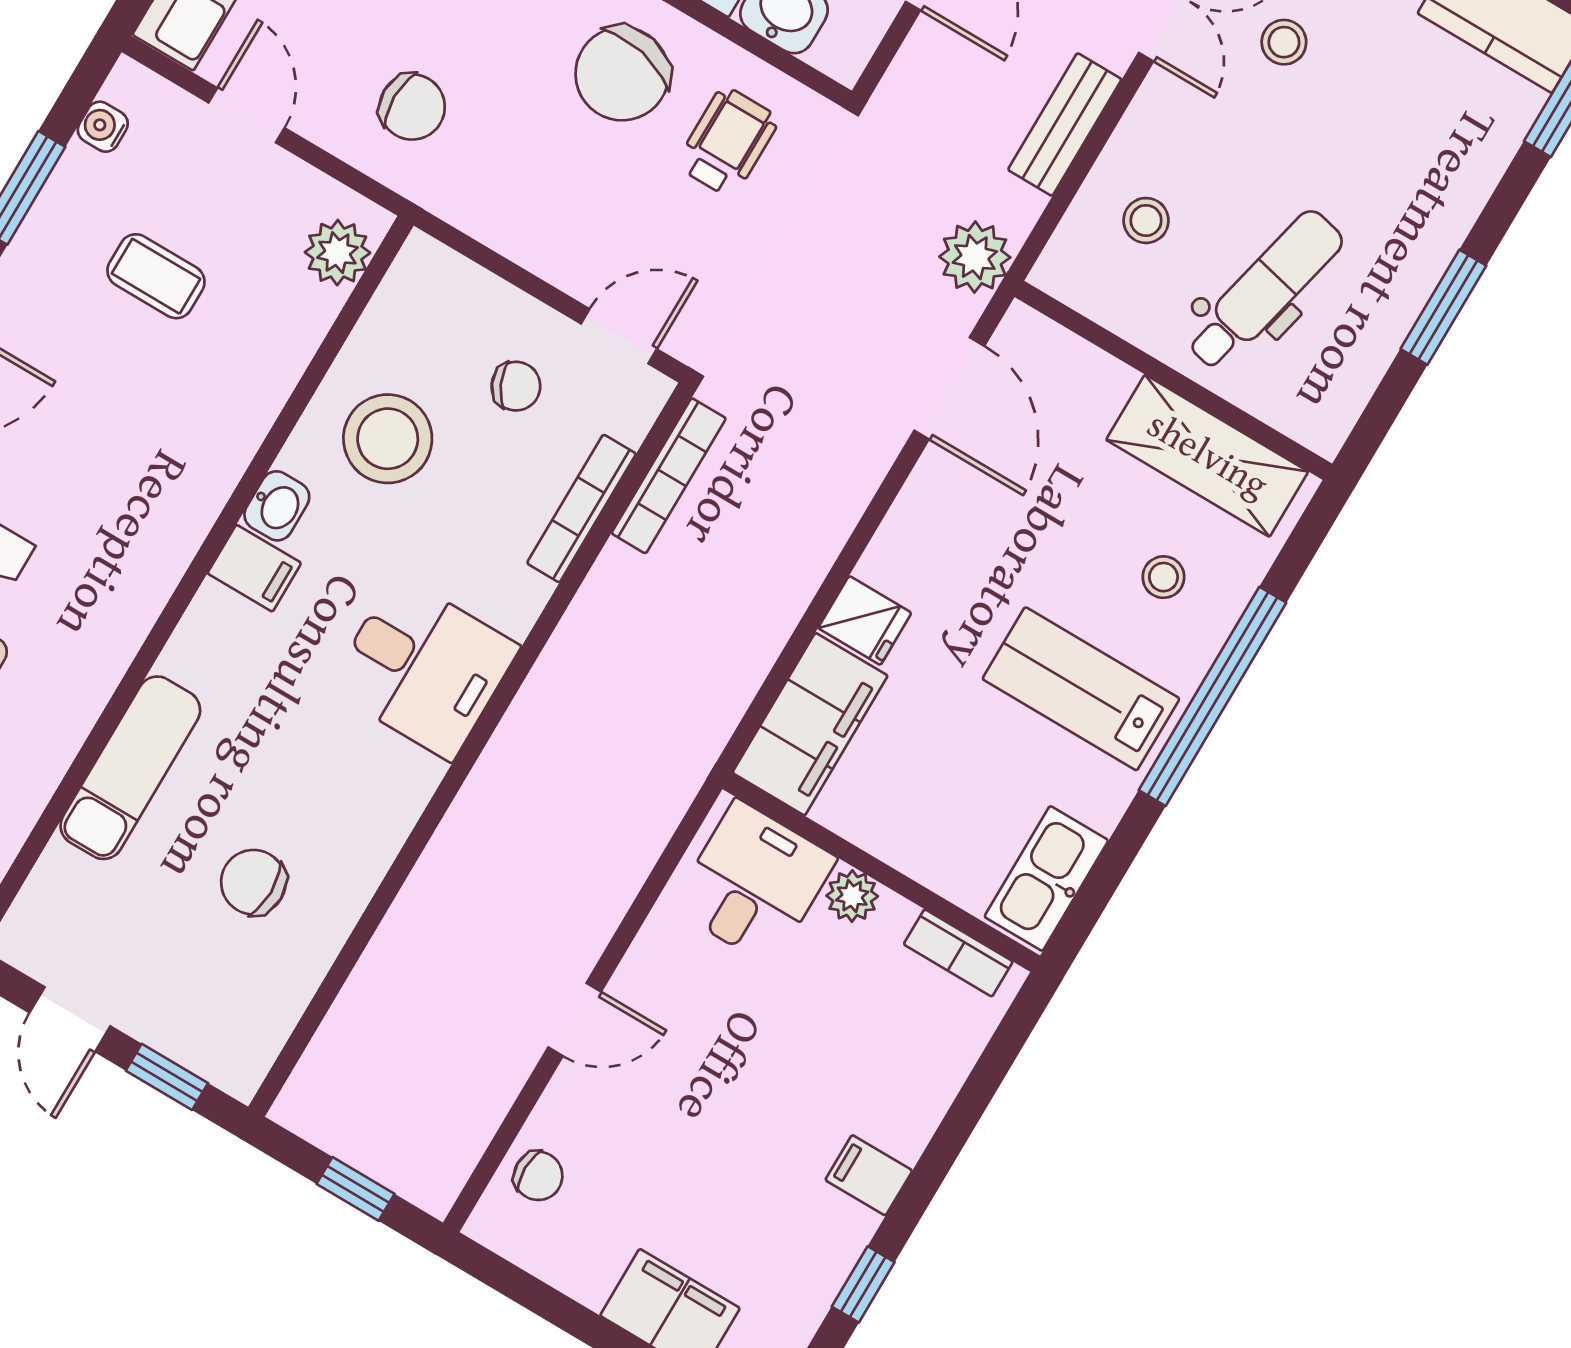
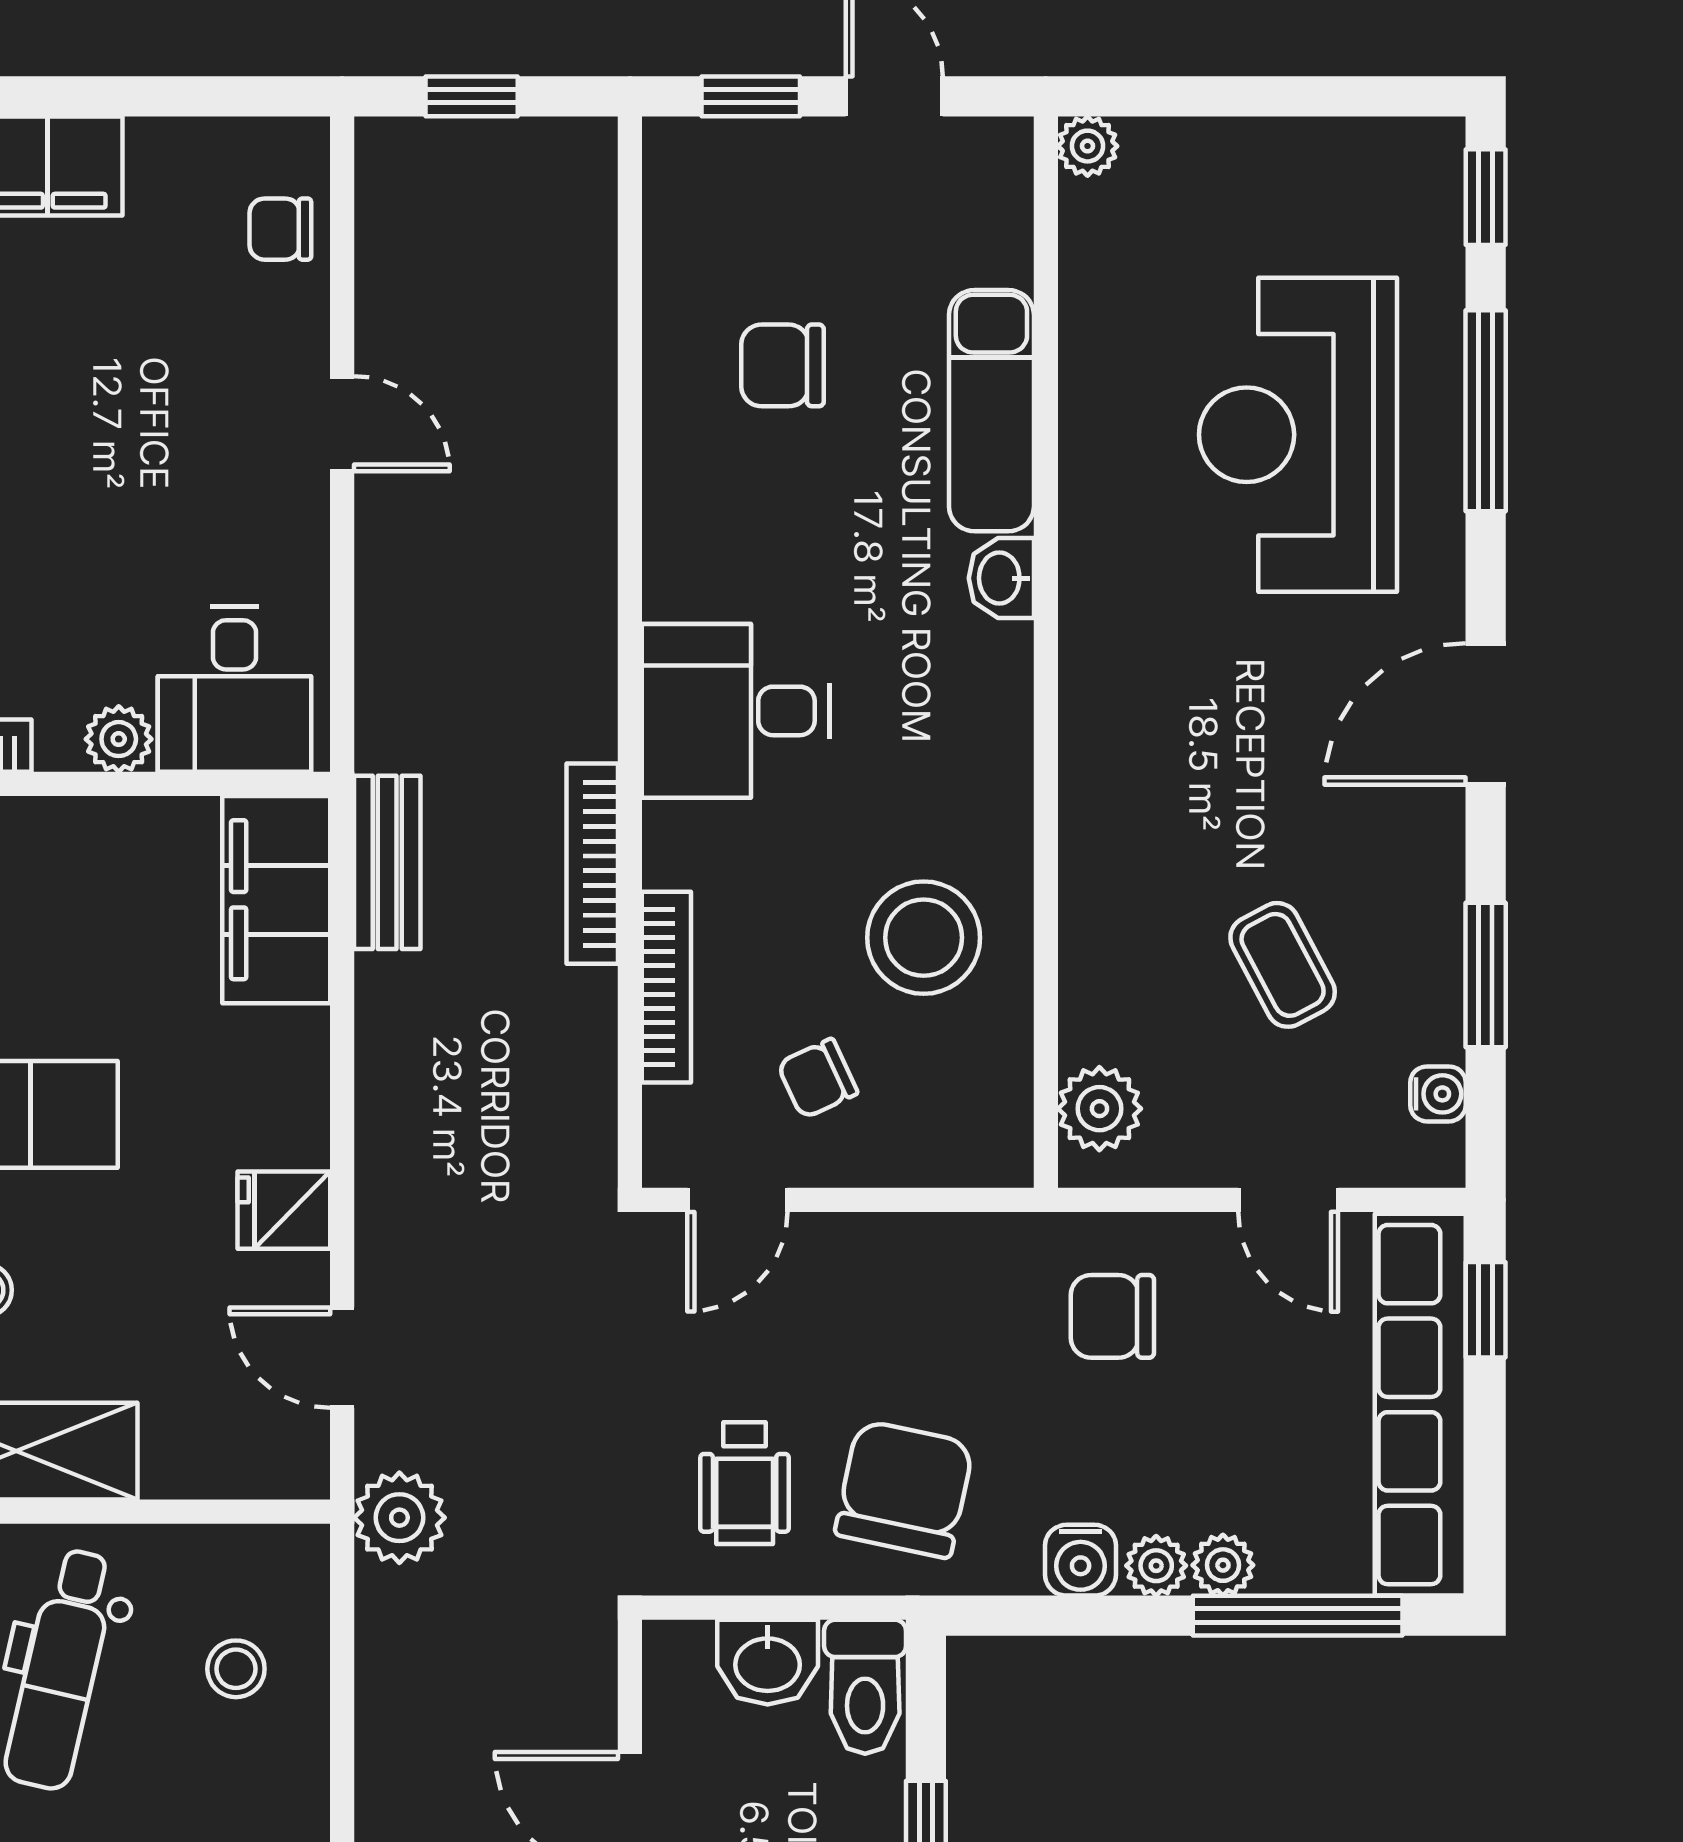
bench: (1065, 125) -> (387, 862), moved
coffee table: (156, 276) -> (1283, 965), turned 62
door: (949, 388) -> (342, 1358), width x0.73
bookcase: (669, 476) -> (592, 864), moved
washbasin: (277, 506) -> (1001, 578), moved
filing cabinet: (254, 568) -> (985, 709), removed
fridge: (865, 620) -> (284, 1210), moved
chair: (253, 882) -> (783, 365), turned 180
door: (575, 1020) -> (342, 424), swing flipped

